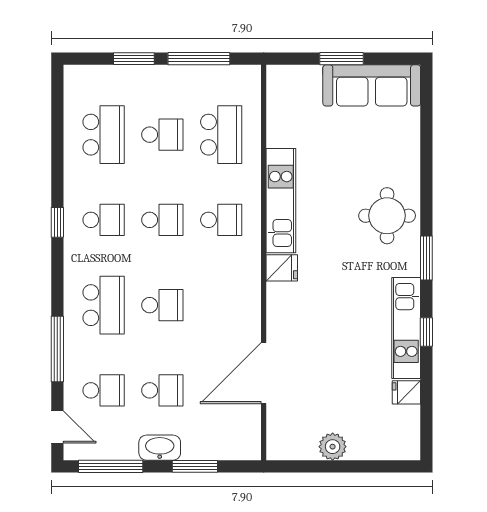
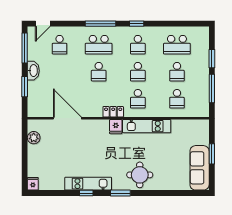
school desk: (221, 135) -> (177, 99), width x0.54
locker: (249, 274) -> (113, 112), added
window: (57, 349) -> (101, 24), moved
school desk: (162, 390) -> (60, 72), removed
fridge: (406, 392) -> (33, 184), moved
plant: (333, 447) -> (34, 138), moved

